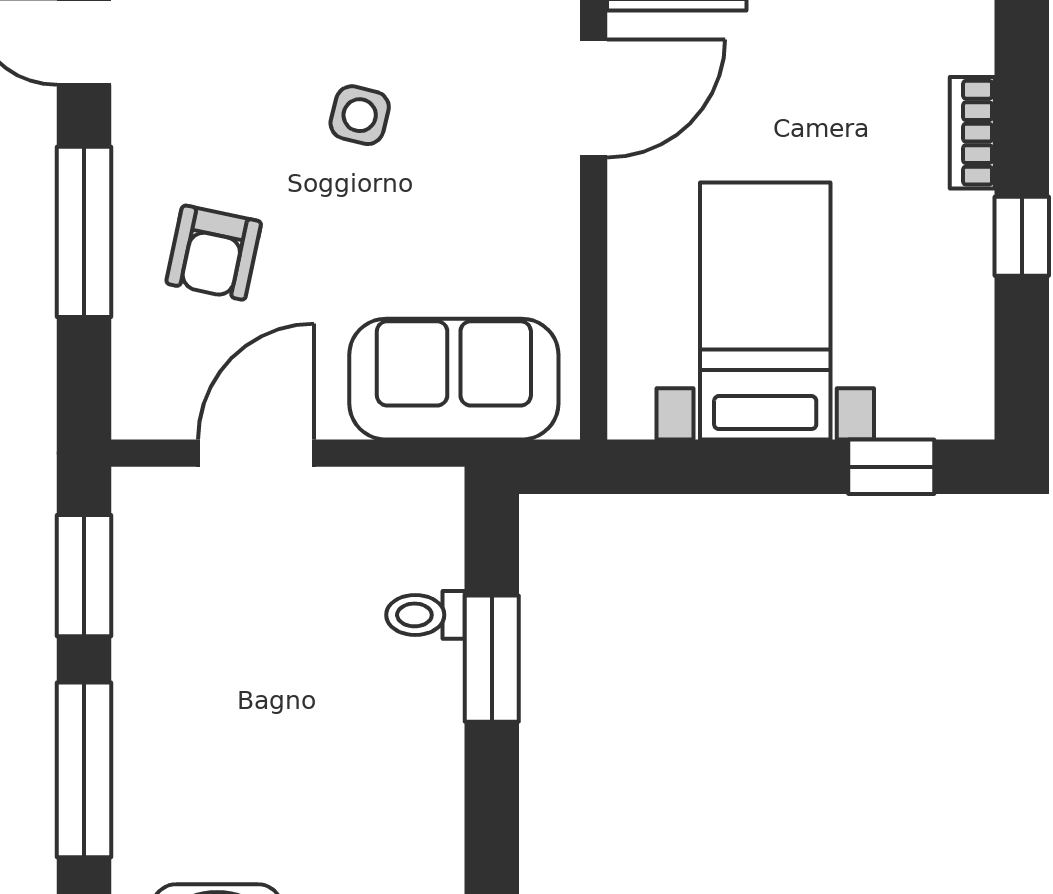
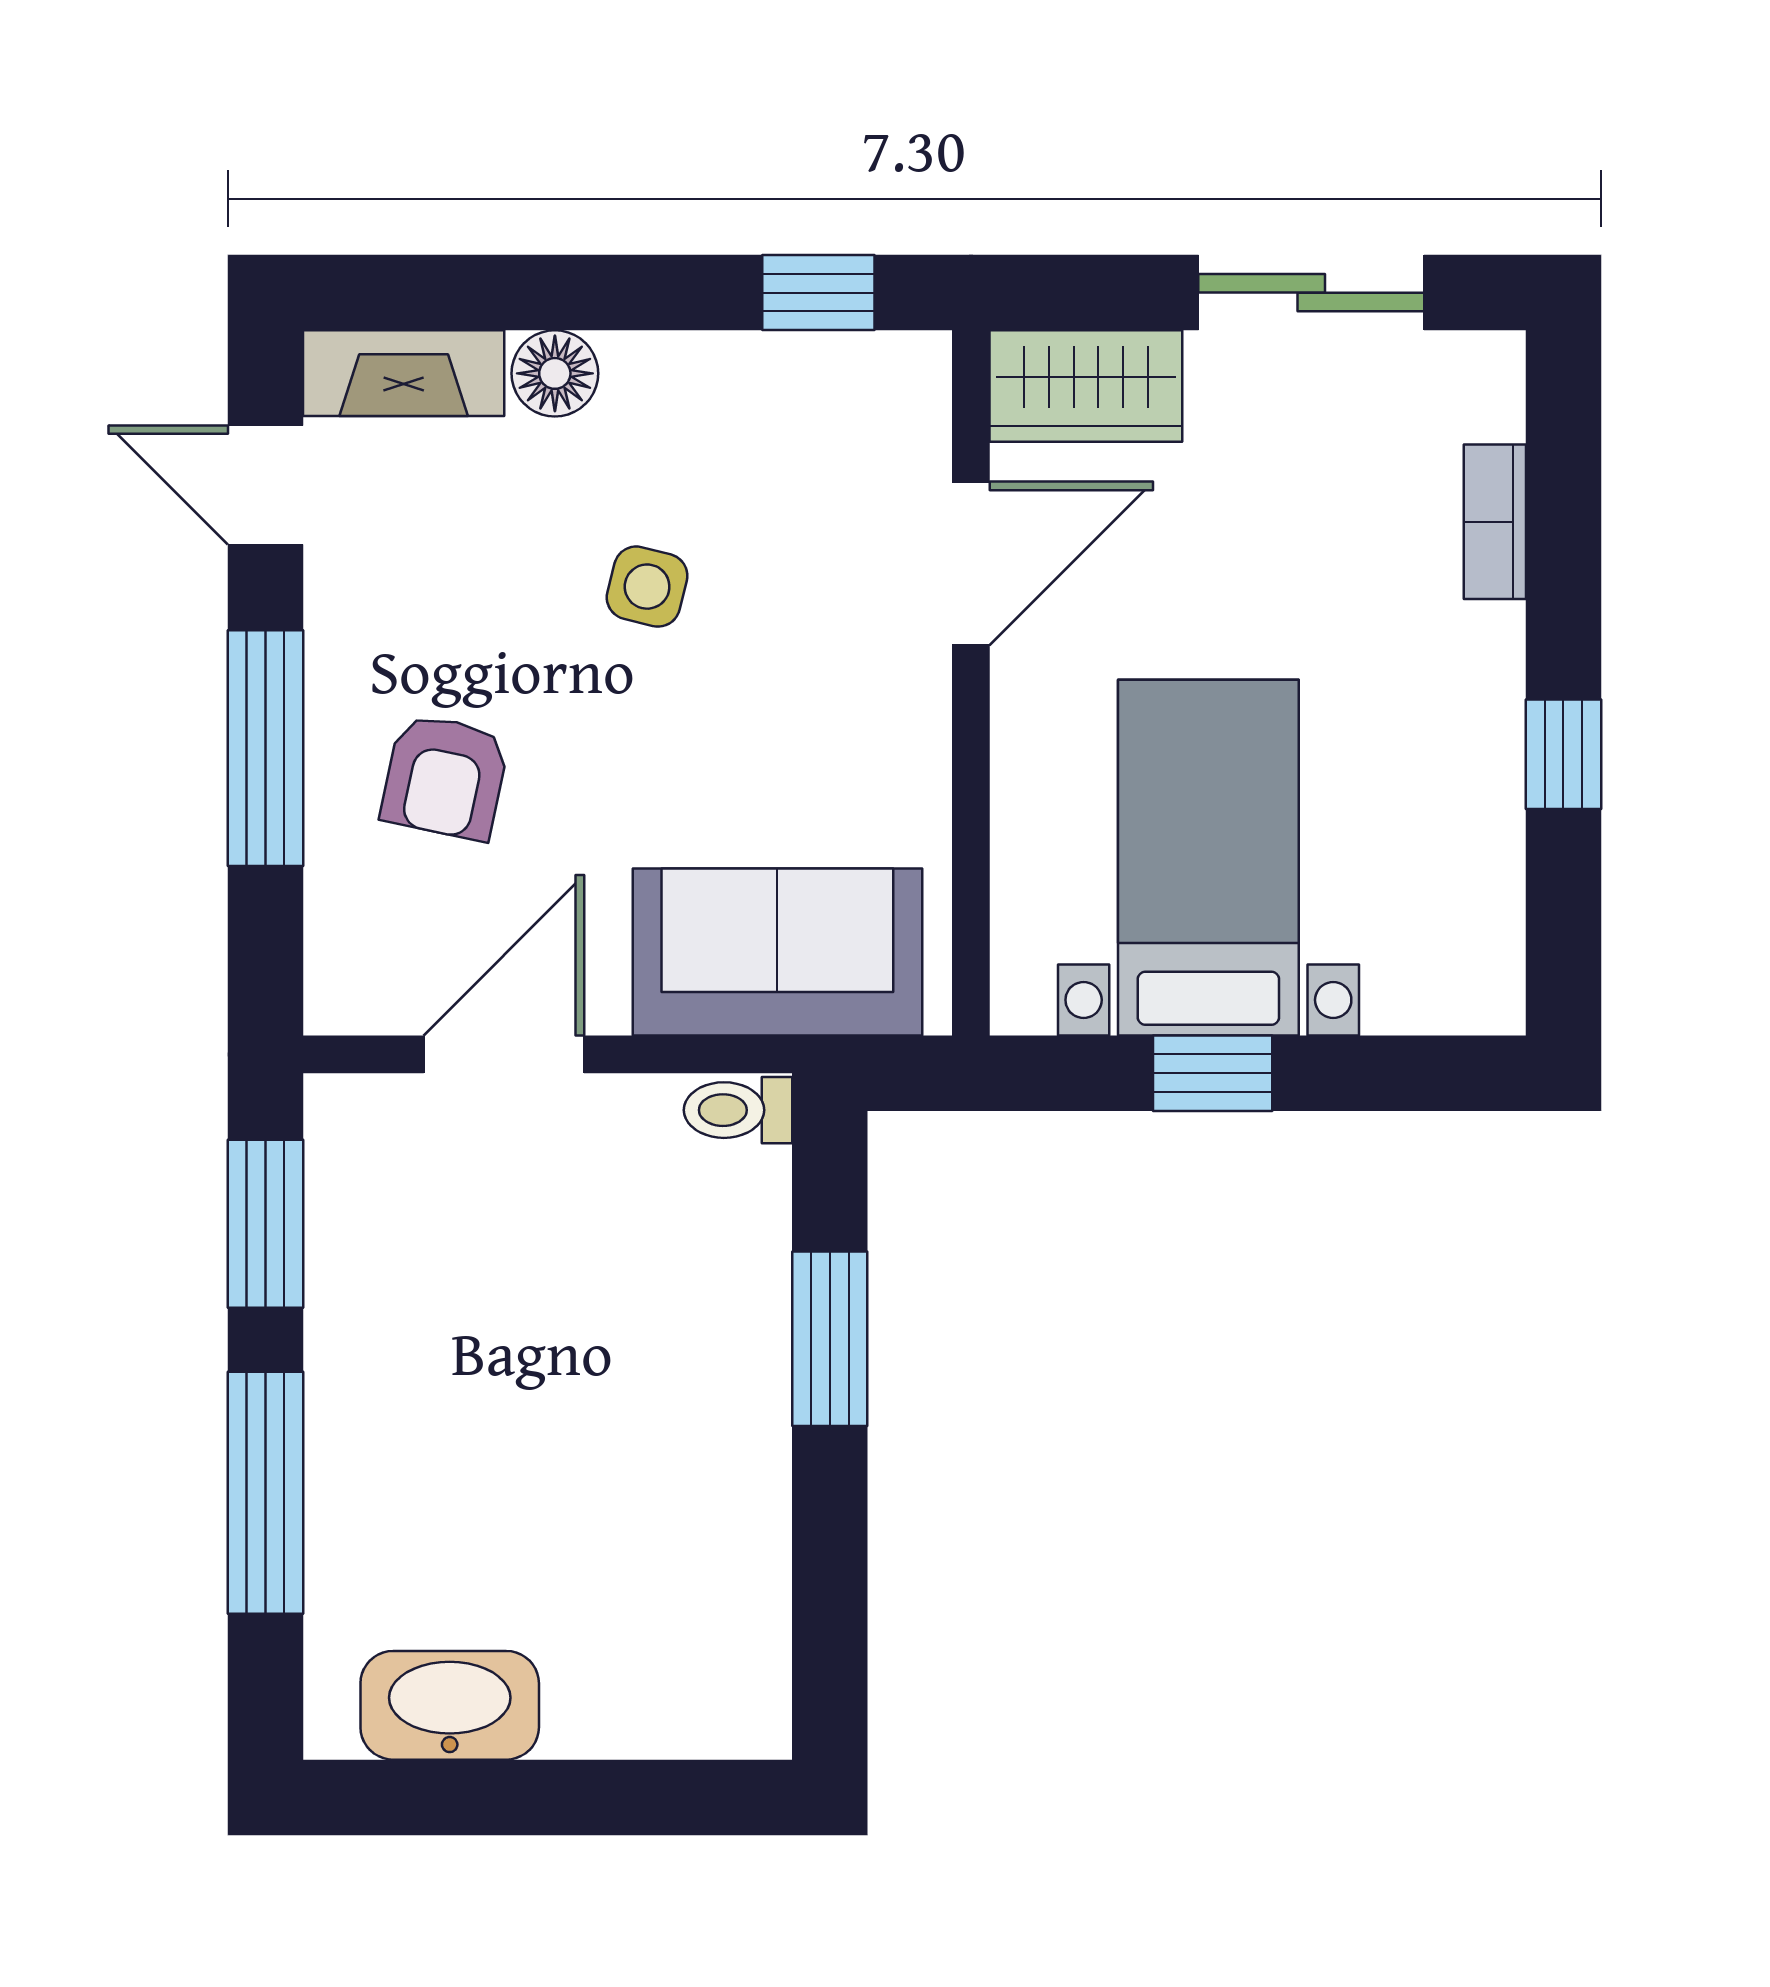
bookcase: (972, 133) -> (1495, 522), moved
window: (891, 467) -> (1213, 1073), moved
toilet: (425, 615) -> (738, 1110), moved

